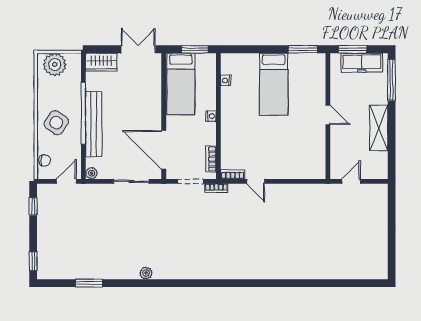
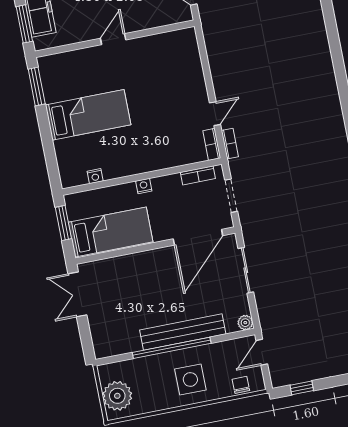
wardrobe: (101, 62) -> (103, 338), removed
side table: (56, 123) -> (190, 379), turned -35
door: (66, 181) -> (262, 352), hinge flipped
bookcase: (216, 188) -> (230, 144), moved

